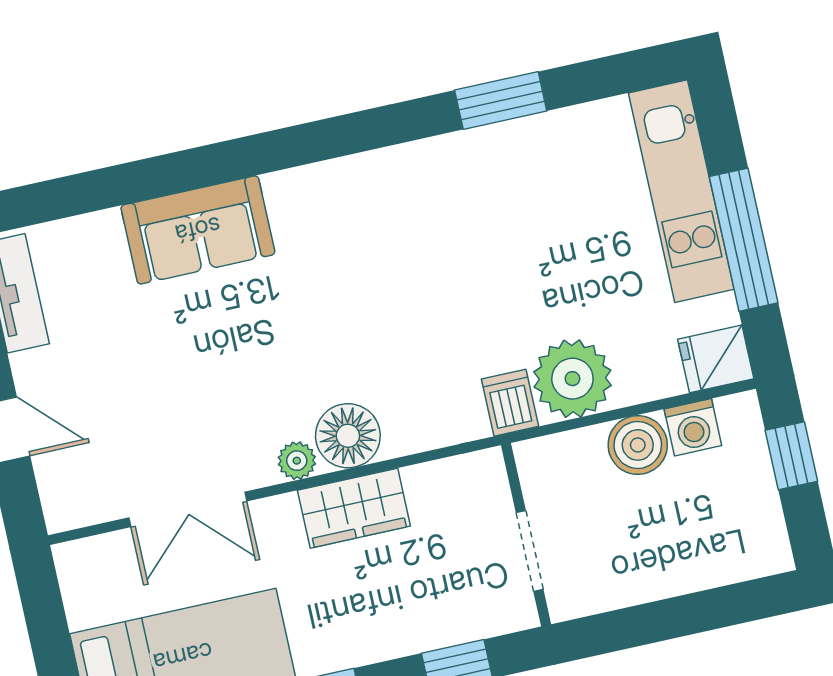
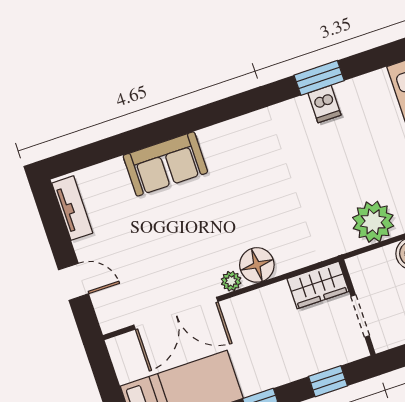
dishwasher: (510, 403) -> (324, 104), moved, turned 180
wardrobe: (354, 508) -> (318, 285), moved
double door: (188, 509) -> (176, 313), width x1.37

